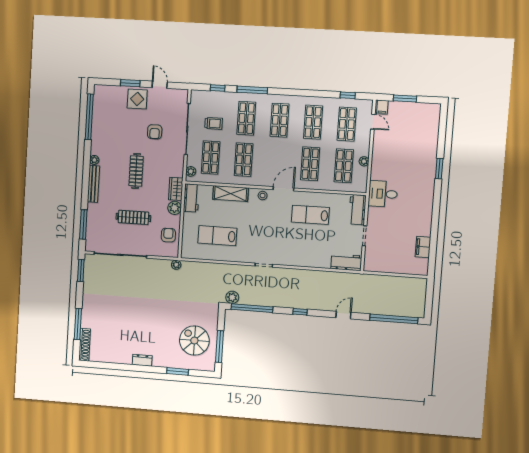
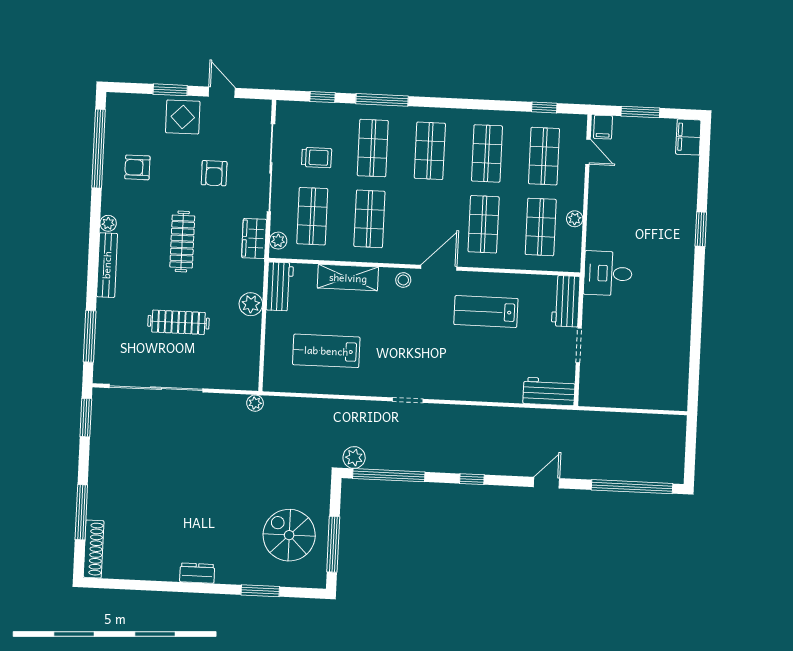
wardrobe: (176, 189) -> (254, 239), moved
armchair: (168, 235) -> (137, 167), moved, turned -89
filing cabinet: (423, 247) -> (688, 137), moved

